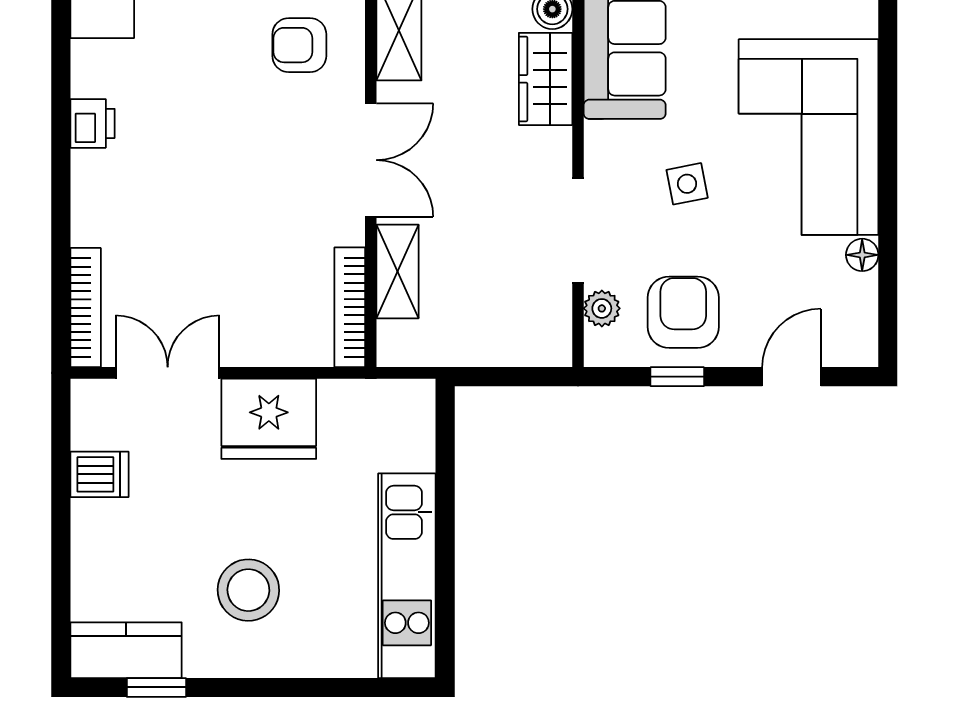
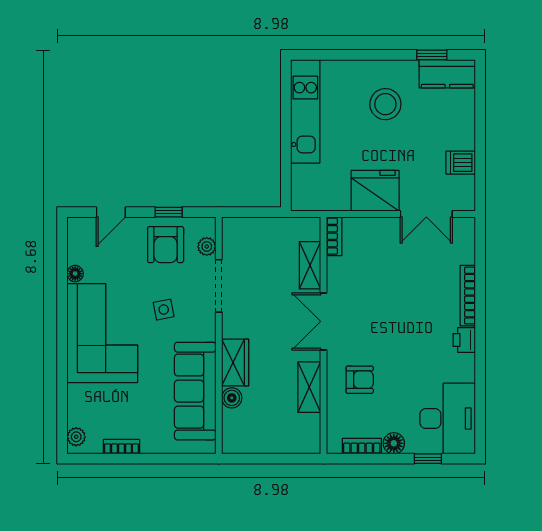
bookcase: (350, 307) -> (334, 236), width x0.64
bookcase: (86, 308) -> (468, 296), moved

